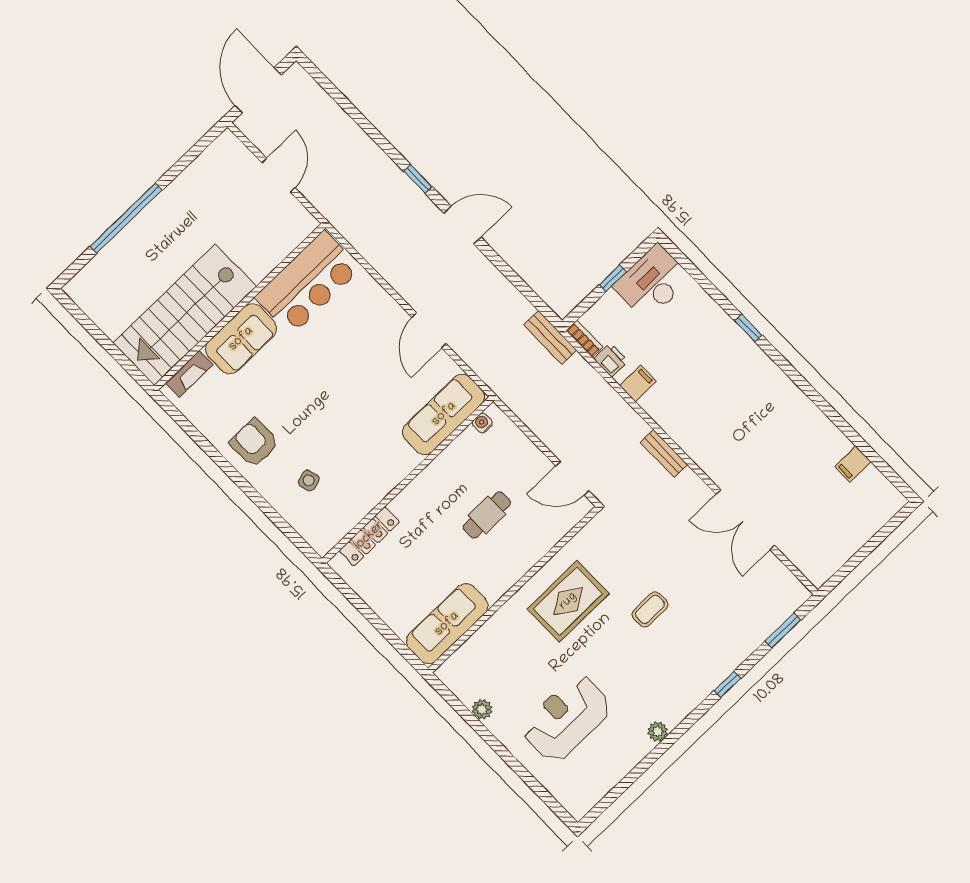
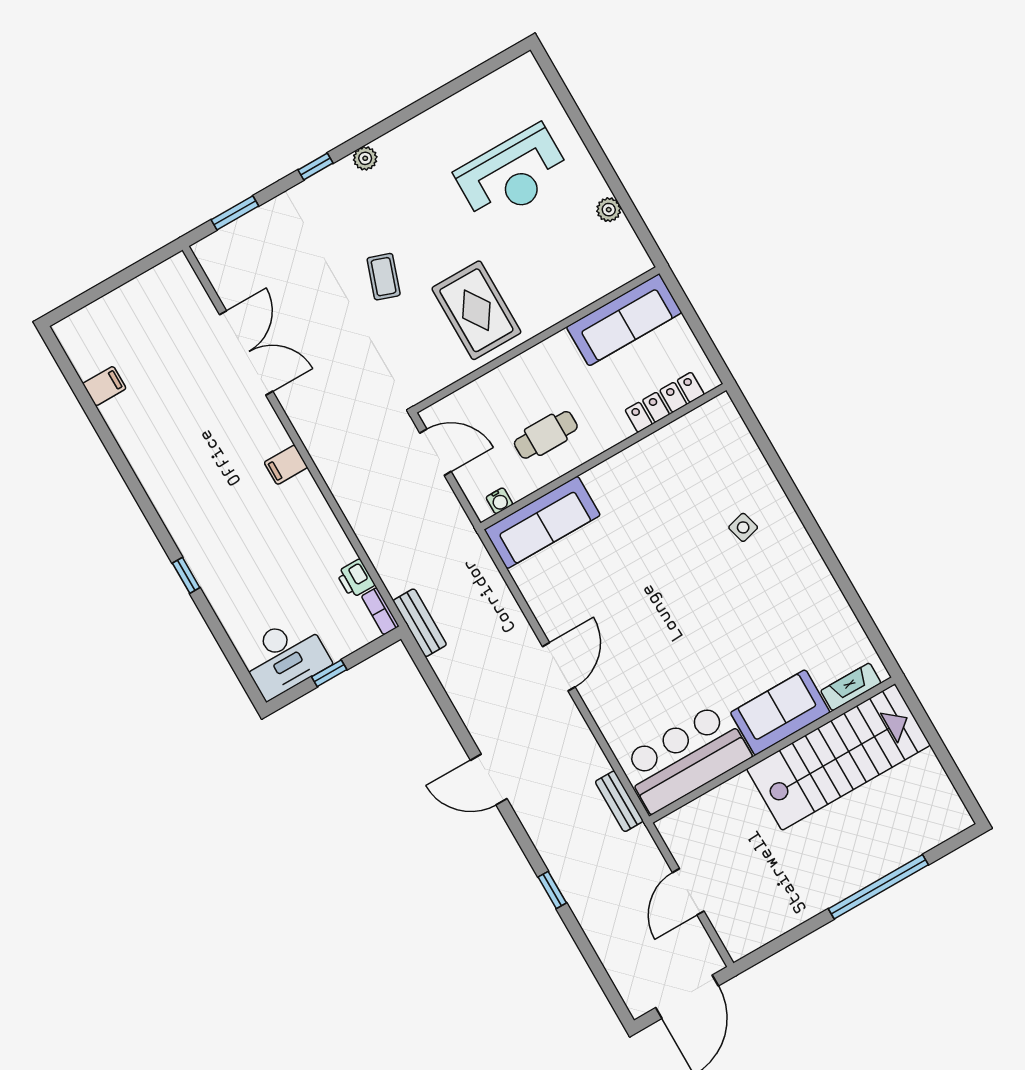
window: (418, 179) -> (552, 890), moved
filing cabinet: (638, 383) -> (286, 465), moved
sofa: (444, 414) -> (542, 522), moved
water cooler: (483, 423) -> (499, 501), moved
armchair: (254, 443) -> (795, 587), removed
bench: (664, 453) -> (619, 801), moved
wall: (408, 480) -> (603, 457), moved
locker: (369, 536) -> (665, 402), moved
rug: (568, 601) -> (476, 310), turned 90
coffee table: (650, 609) -> (384, 277), turned -71
plant: (658, 731) -> (365, 158), moved

